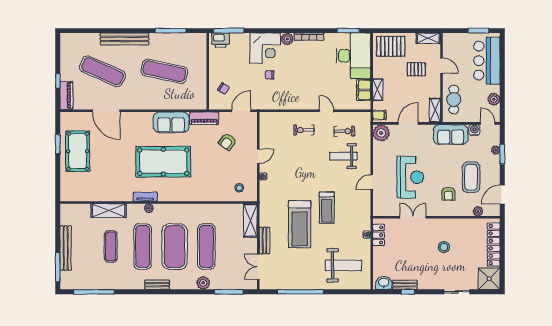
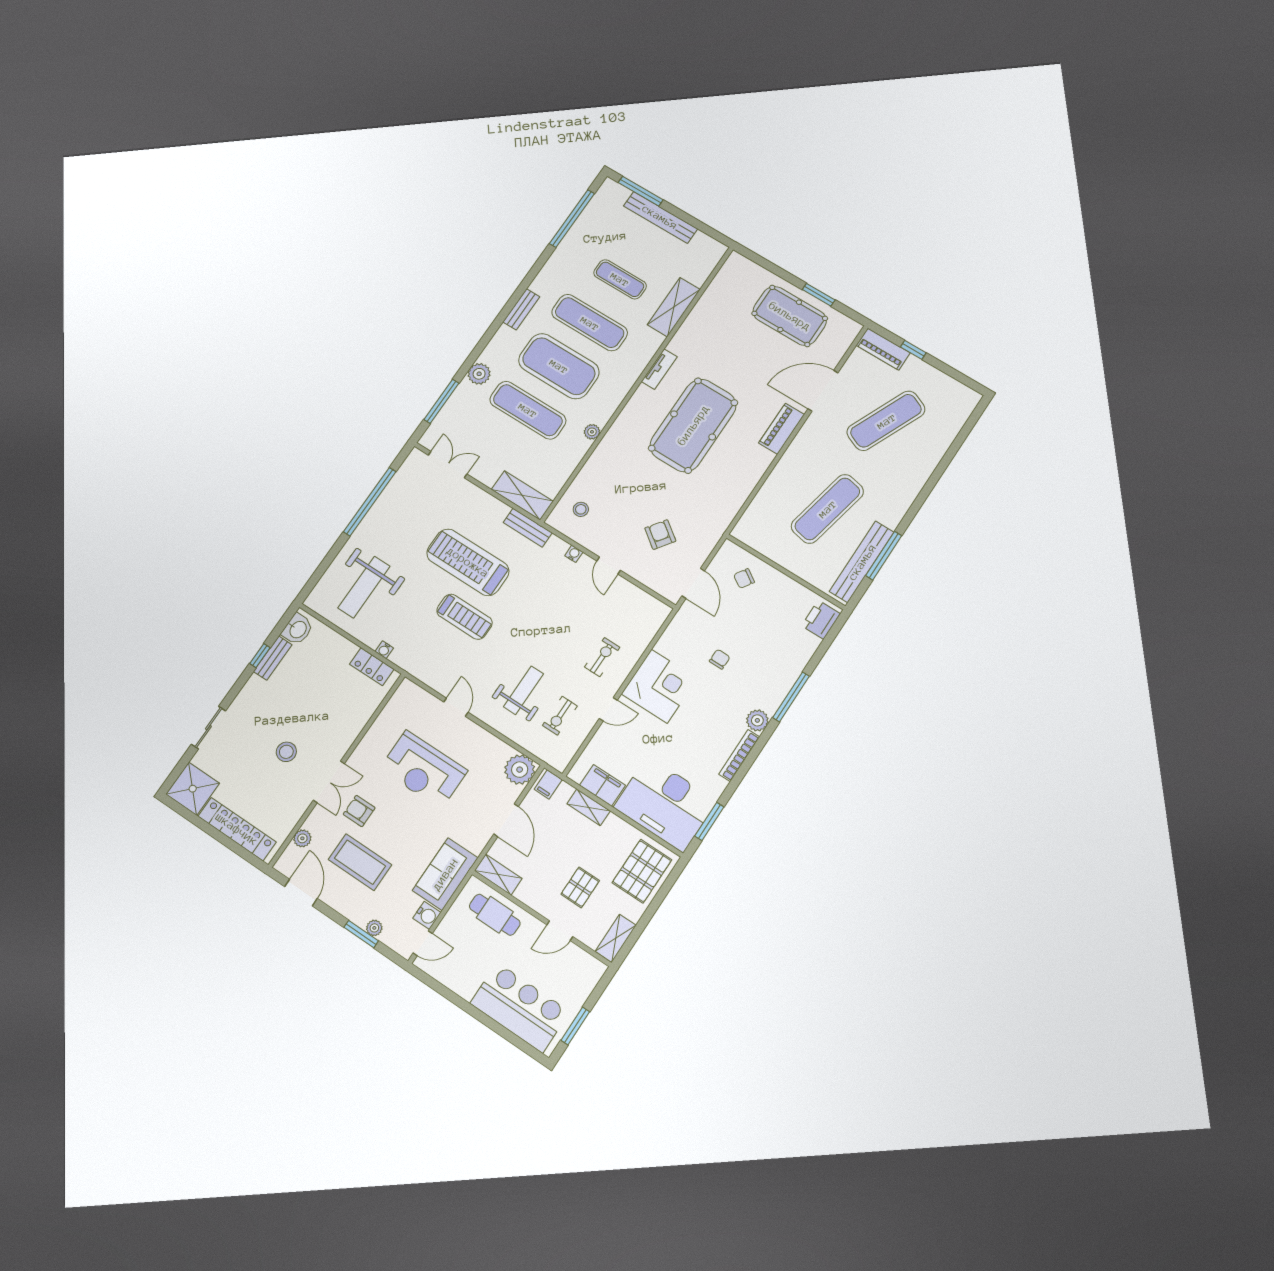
window: (229, 31) -> (791, 697), moved
bench: (125, 39) -> (862, 562), moved
corner desk: (265, 48) -> (659, 686), moved, turned 180
plant: (494, 99) -> (453, 978), removed
piano: (204, 118) -> (782, 429), moved
sofa: (171, 122) -> (744, 472), removed
plant: (149, 208) -> (592, 432), moved
treadmill: (327, 208) -> (464, 617), turned 180
double door: (413, 217) -> (329, 782), moved
bench: (265, 240) -> (528, 528), moved

